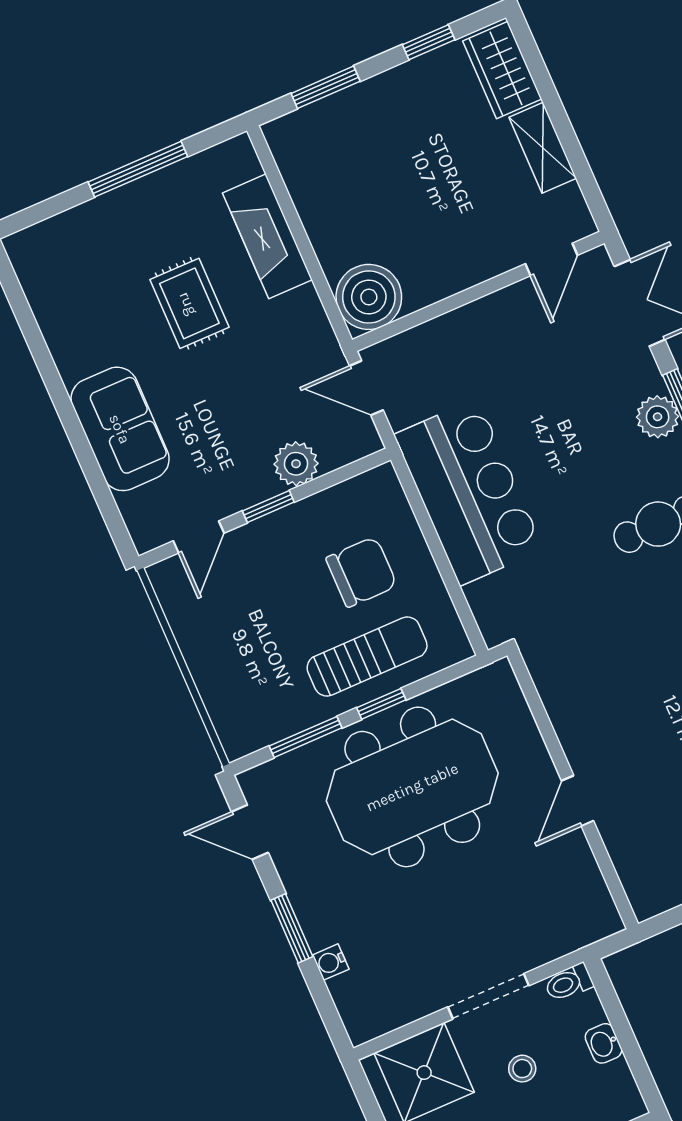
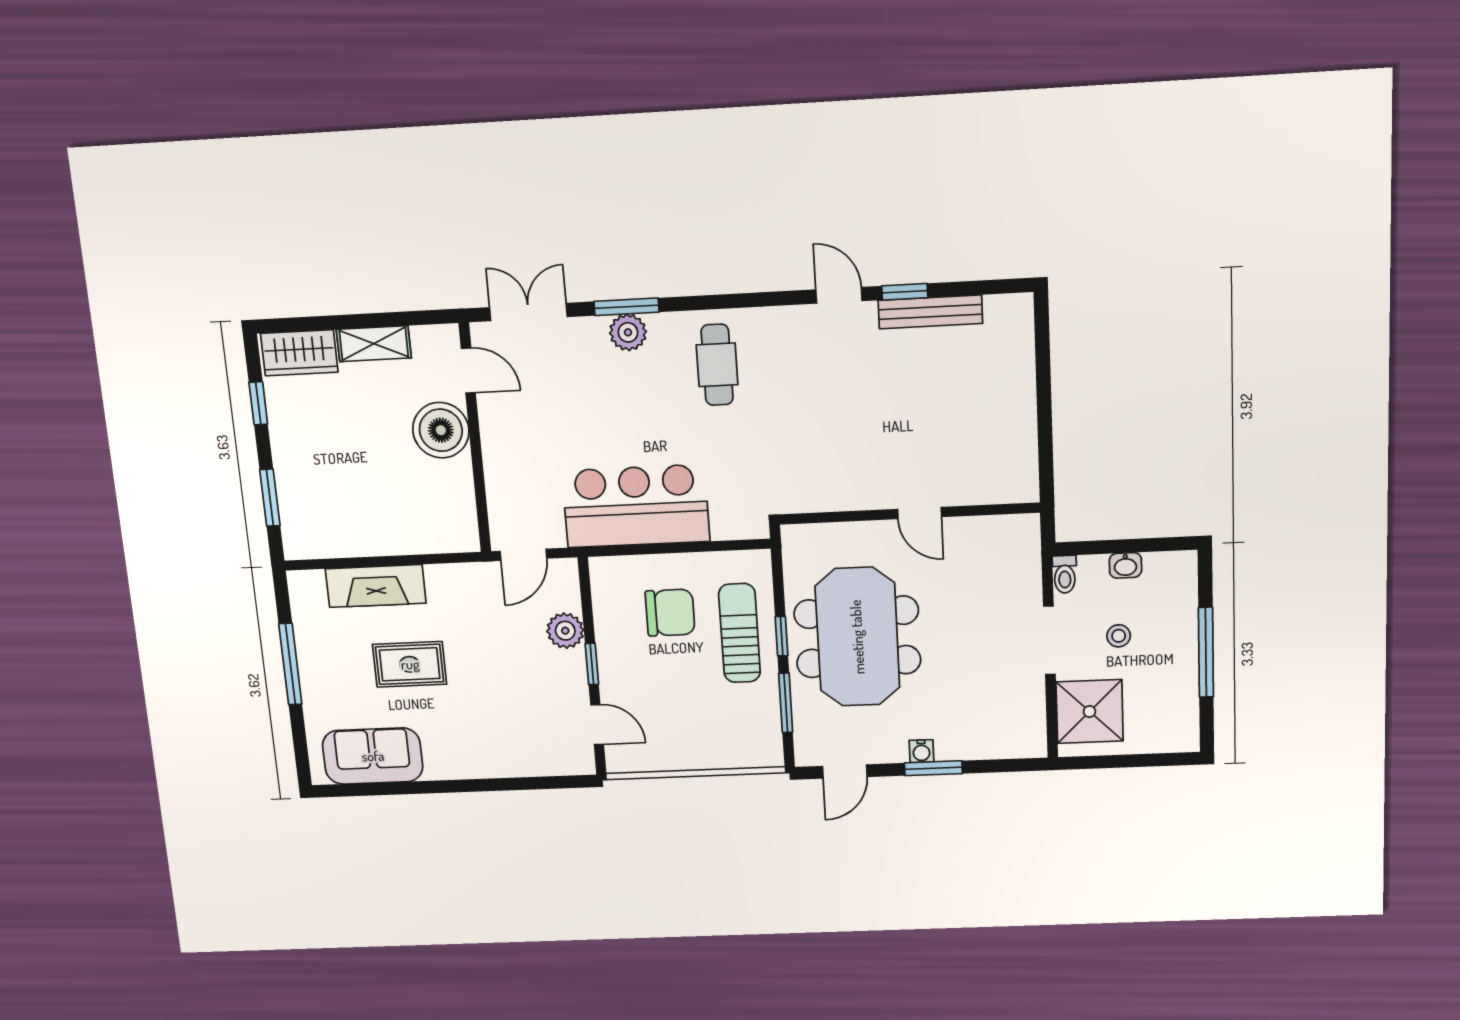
boiler: (369, 297) -> (441, 430), moved
sofa: (120, 429) -> (373, 756), moved
chair: (361, 572) -> (670, 613), turned 90
water cooler: (331, 962) -> (921, 751), moved

